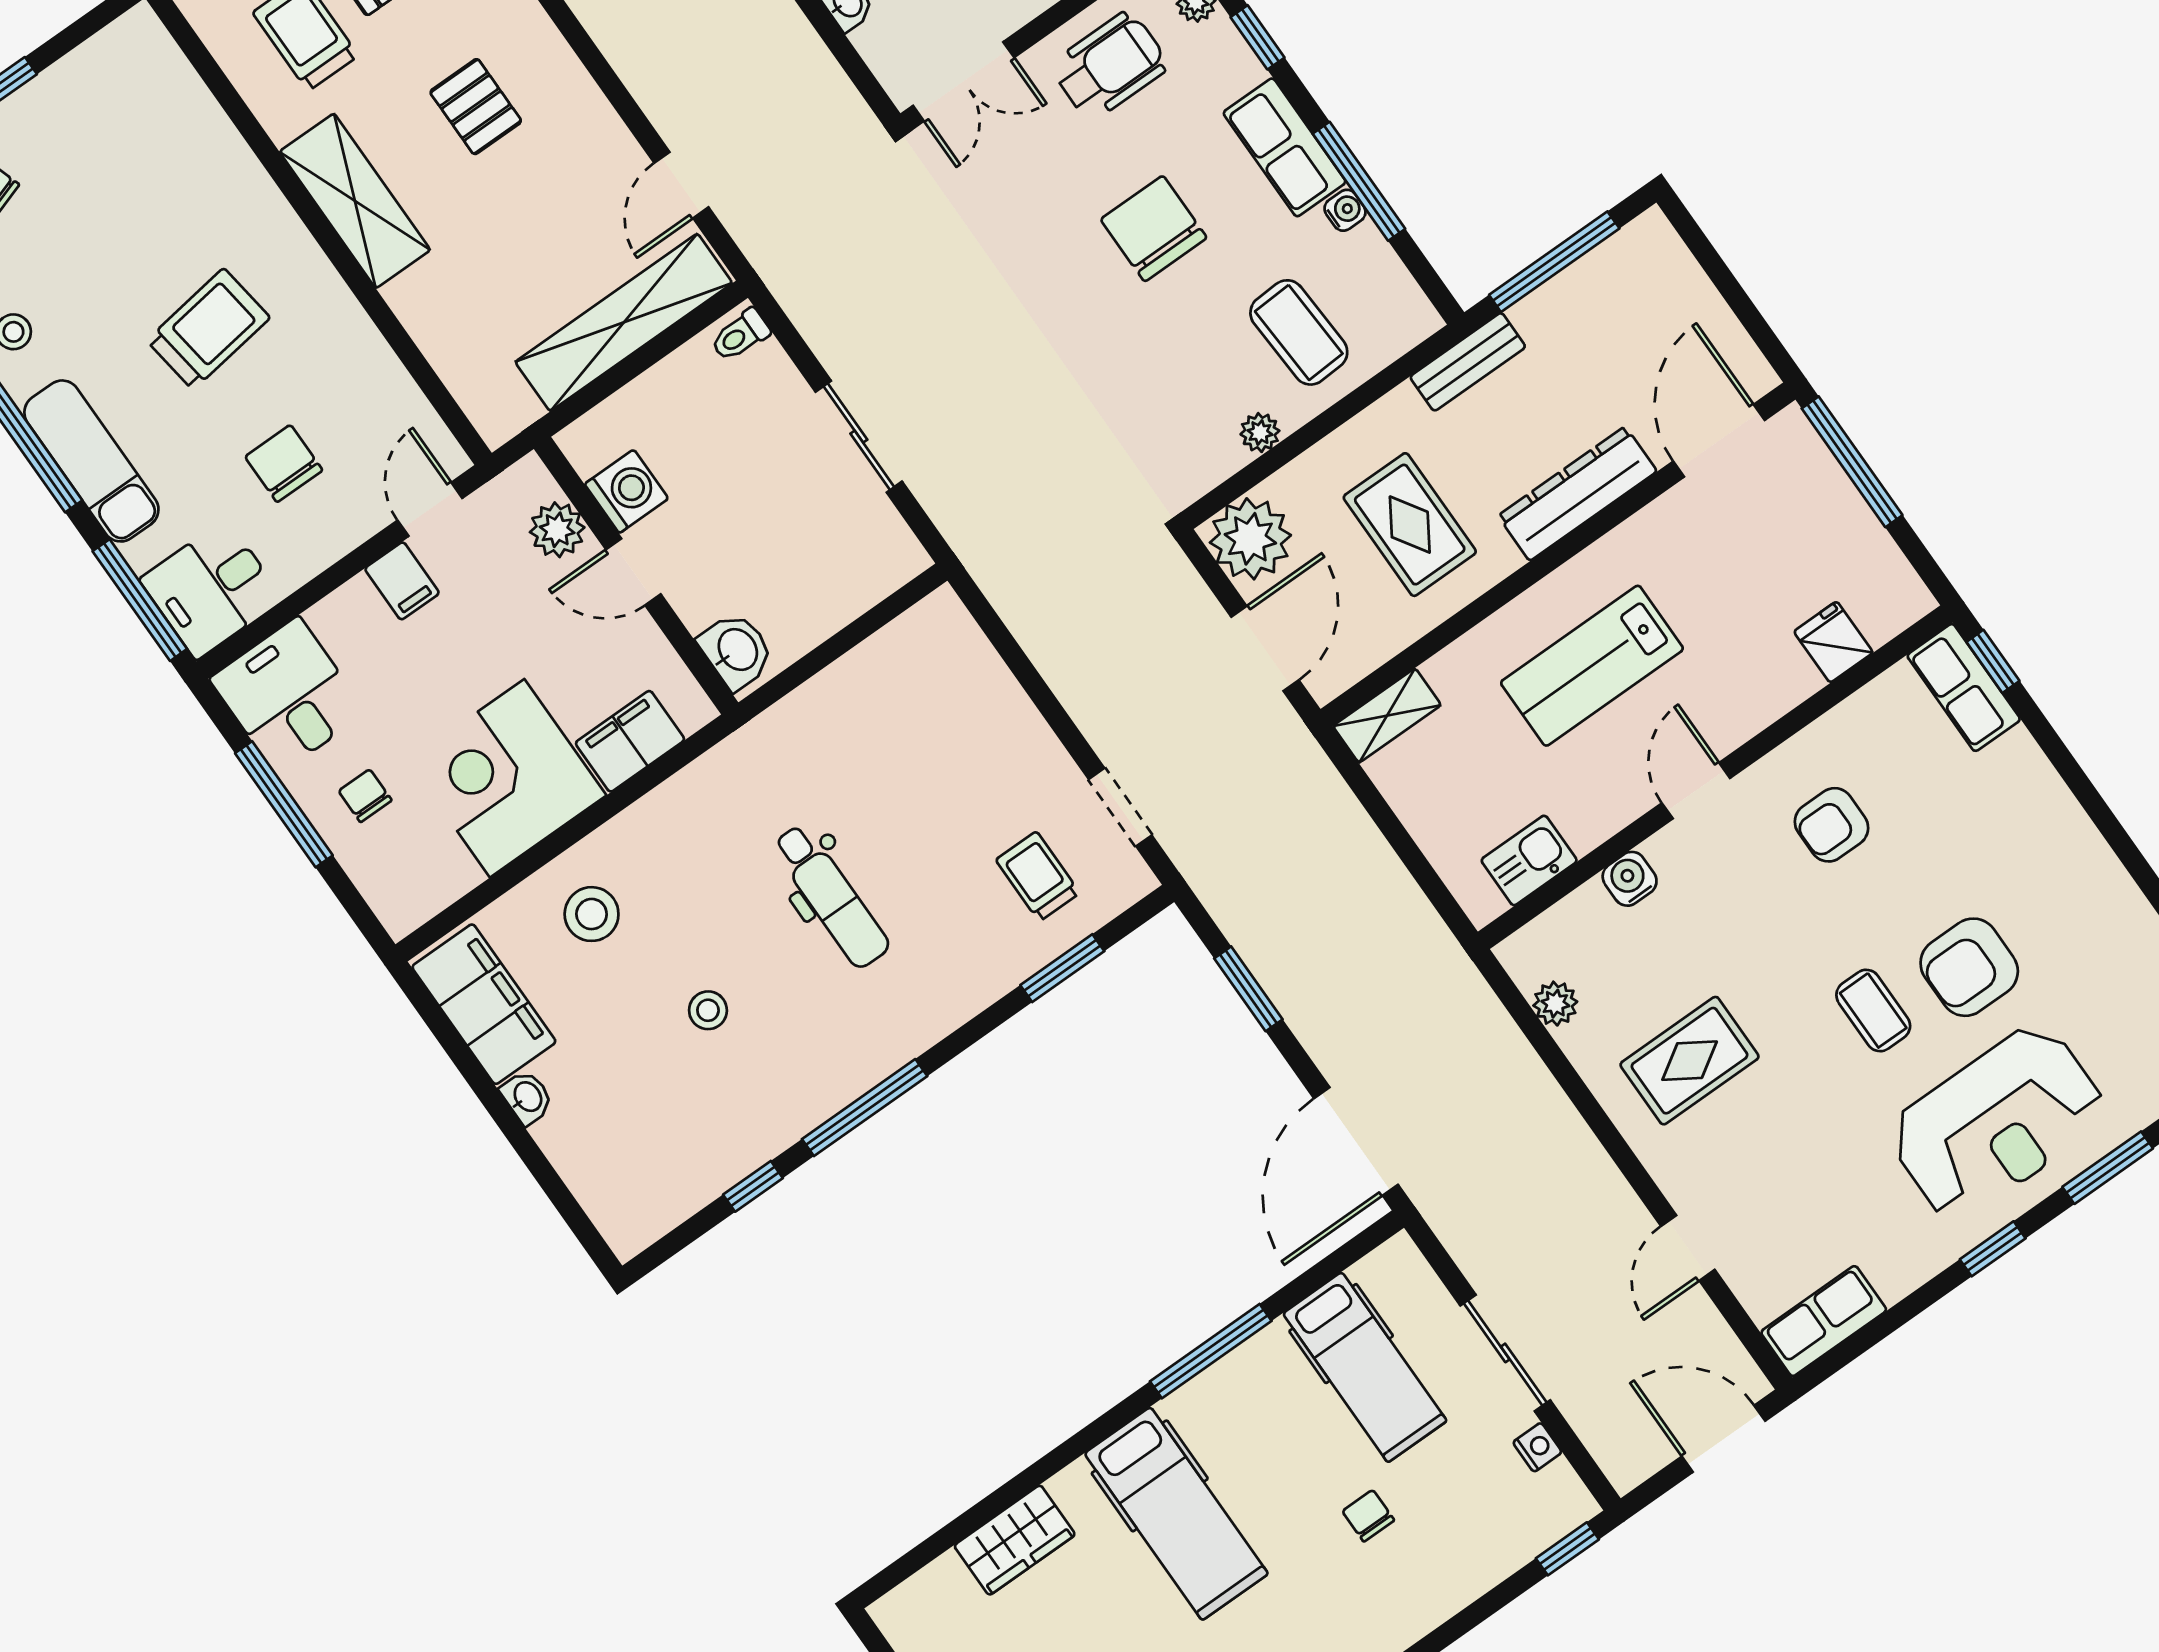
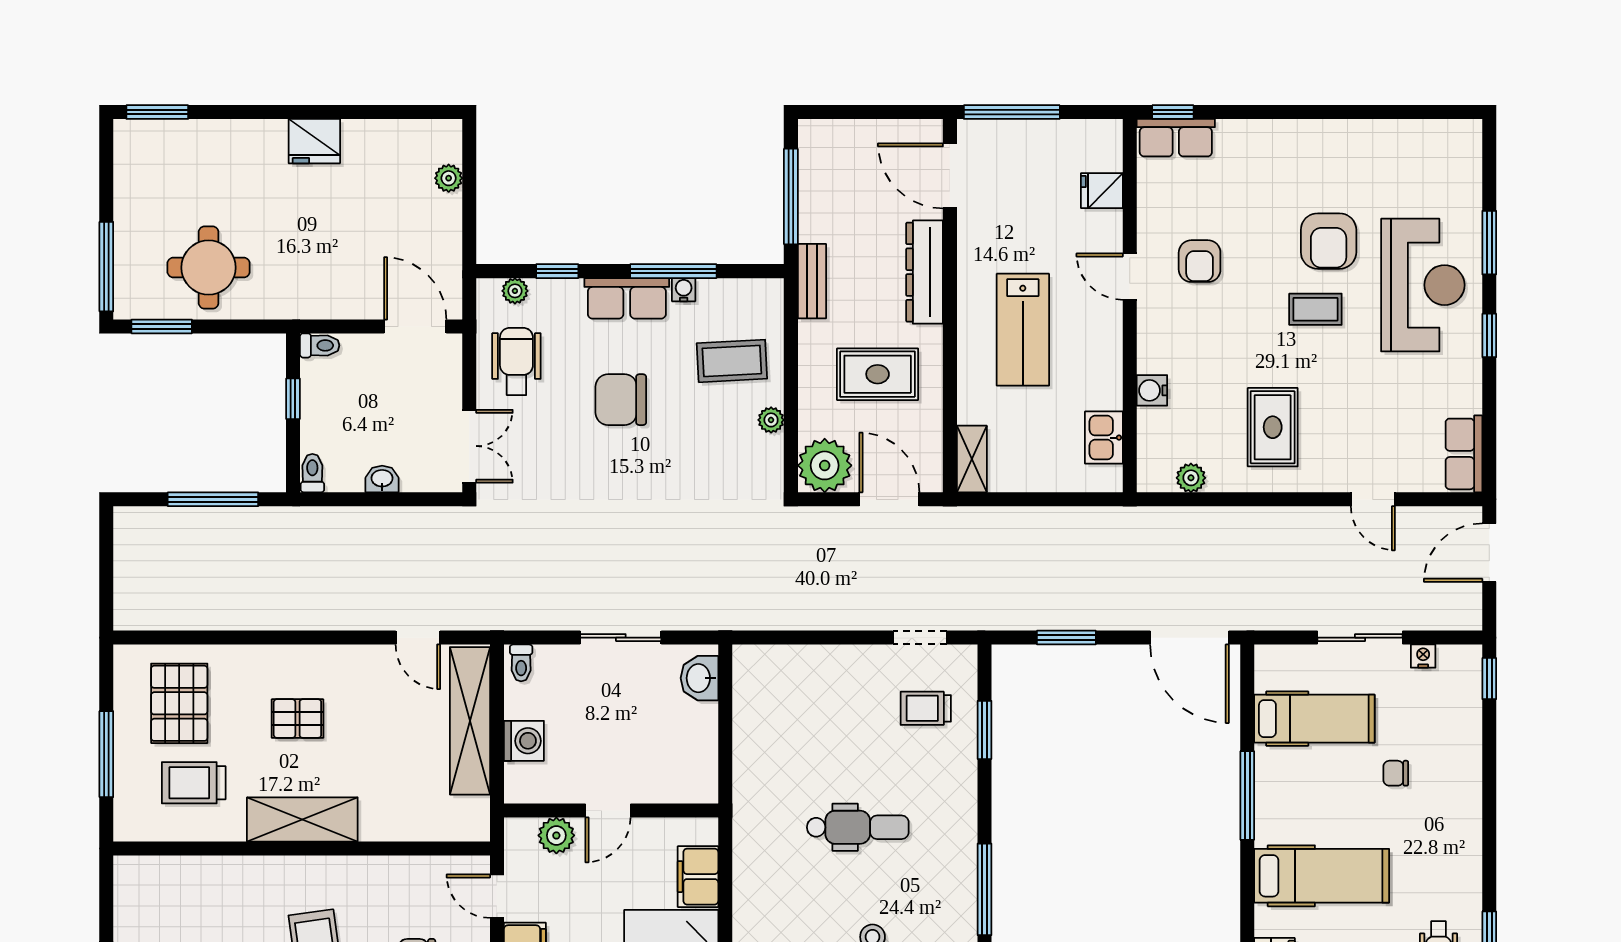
washing machine: (627, 491) -> (524, 741), moved, turned 90
washbasin: (736, 650) -> (699, 678), moved, turned -90
door: (1696, 791) -> (1130, 277), moved

